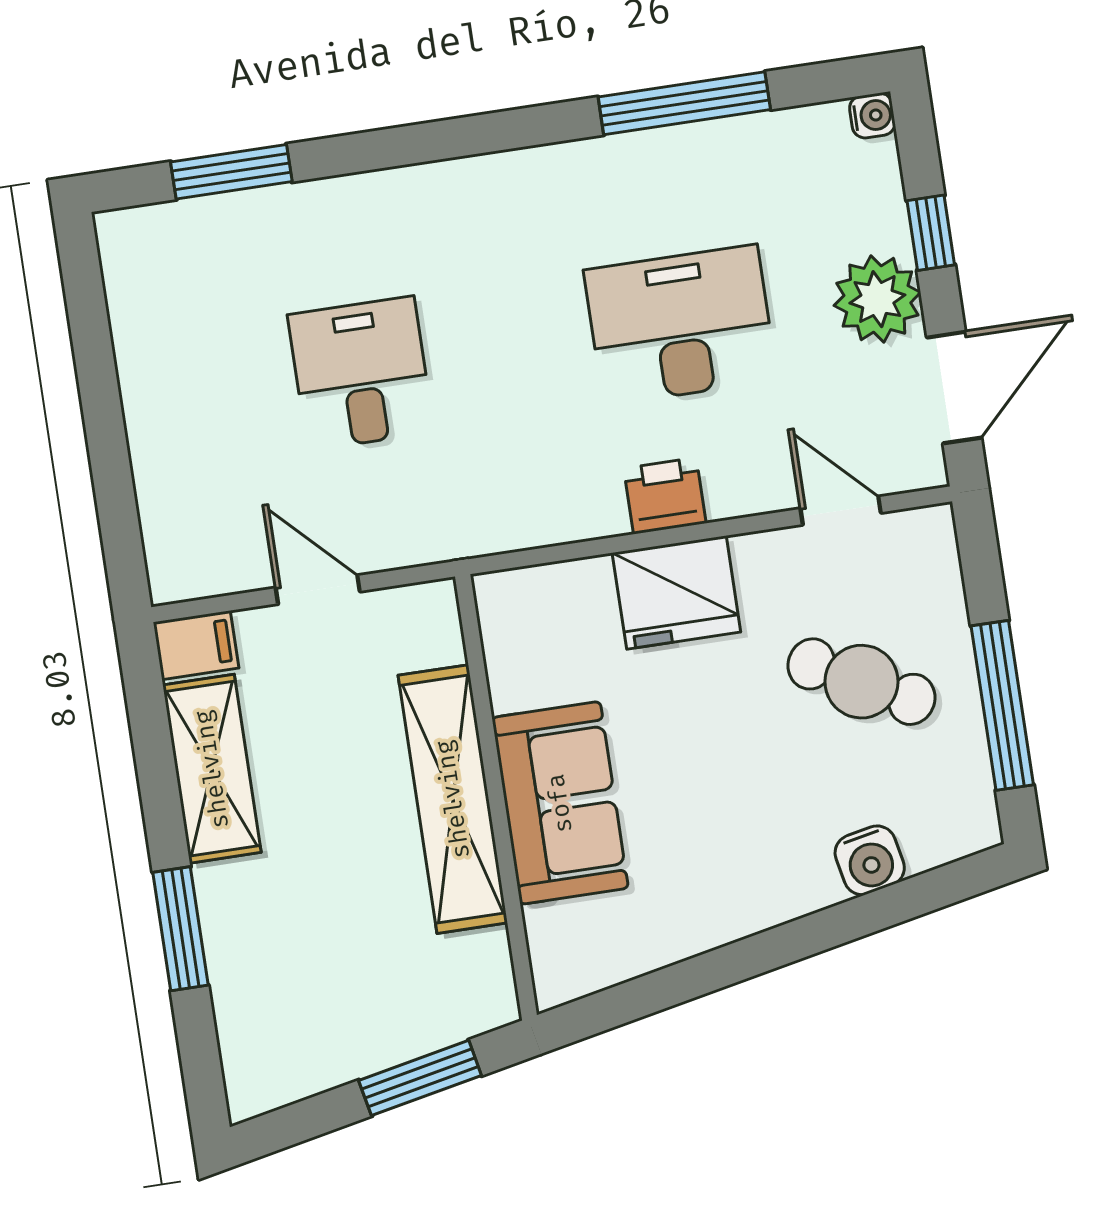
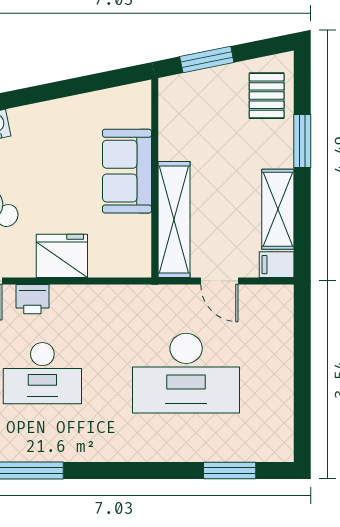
desk: (361, 373) -> (186, 373), width x1.87, depth x1.30
printer: (665, 496) -> (32, 299), moved
shelving: (453, 799) -> (174, 220), moved
pallet: (275, 1018) -> (267, 96), added

